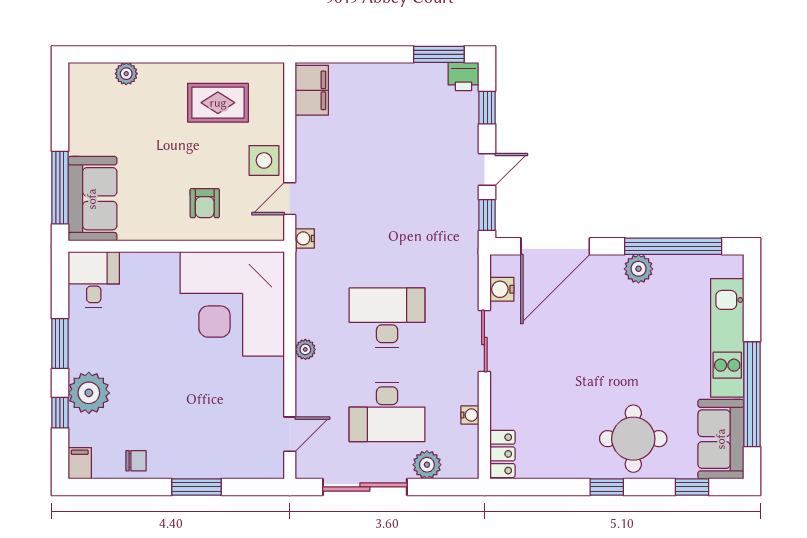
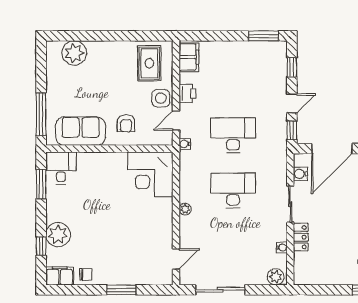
plant: (126, 74) -> (74, 53), width x1.87, depth x1.87
printer: (464, 77) -> (187, 94), moved, turned -90
rug: (218, 103) -> (149, 63), moved, turned 90
sofa: (92, 199) -> (81, 131), moved, turned -90
corner desk: (232, 304) -> (150, 174), width x0.74, depth x0.74
window: (60, 344) -> (41, 184), moved
desk: (387, 412) -> (233, 135), moved, turned 180
locker: (502, 454) -> (301, 237), moved
filing cabinet: (80, 463) -> (60, 276), width x2.00
plant: (427, 465) -> (276, 277), moved

